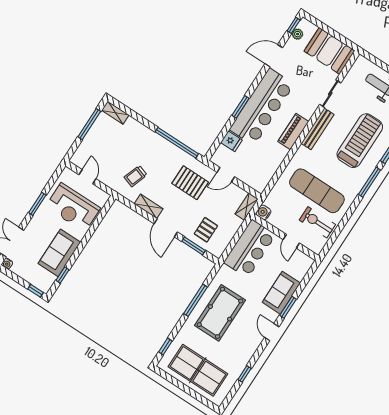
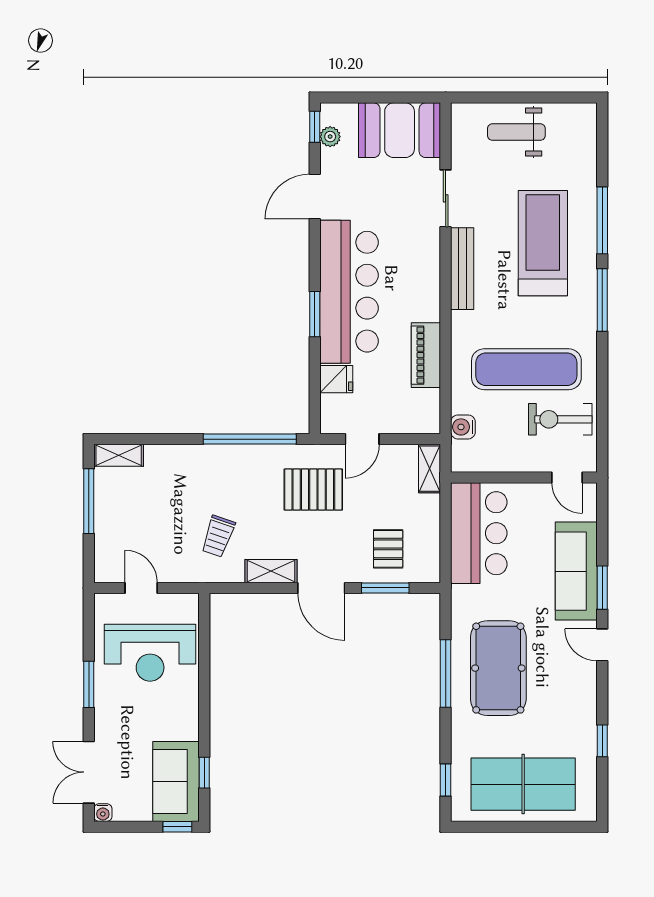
piano: (293, 132) -> (426, 355), moved
water cooler: (264, 212) -> (463, 427), moved
door: (291, 241) -> (567, 478), moved
sofa: (59, 253) -> (176, 781), moved
sofa: (281, 293) -> (576, 571), width x1.36

